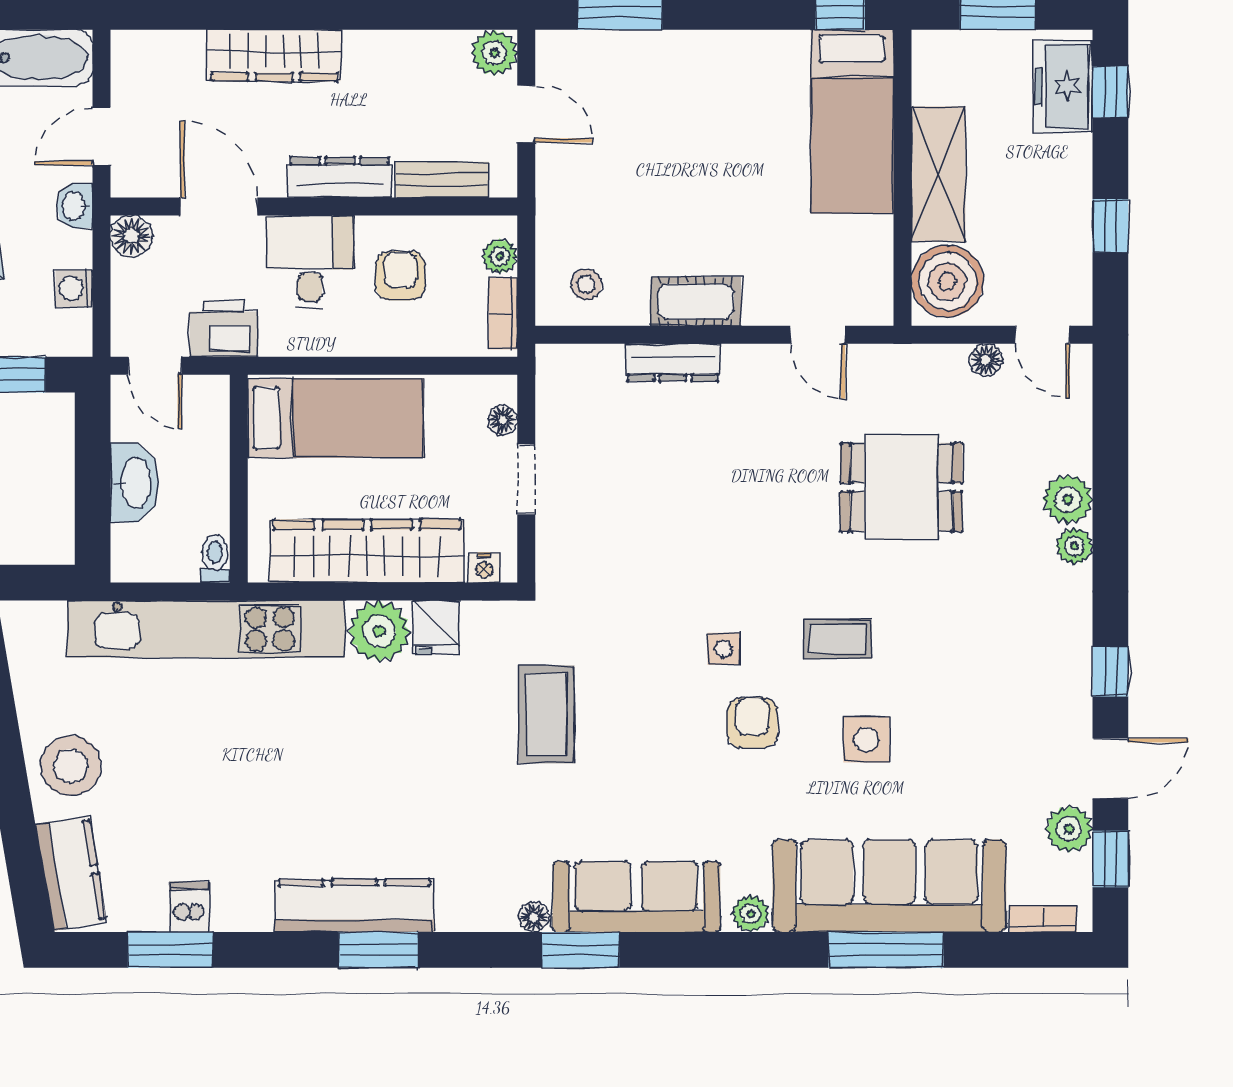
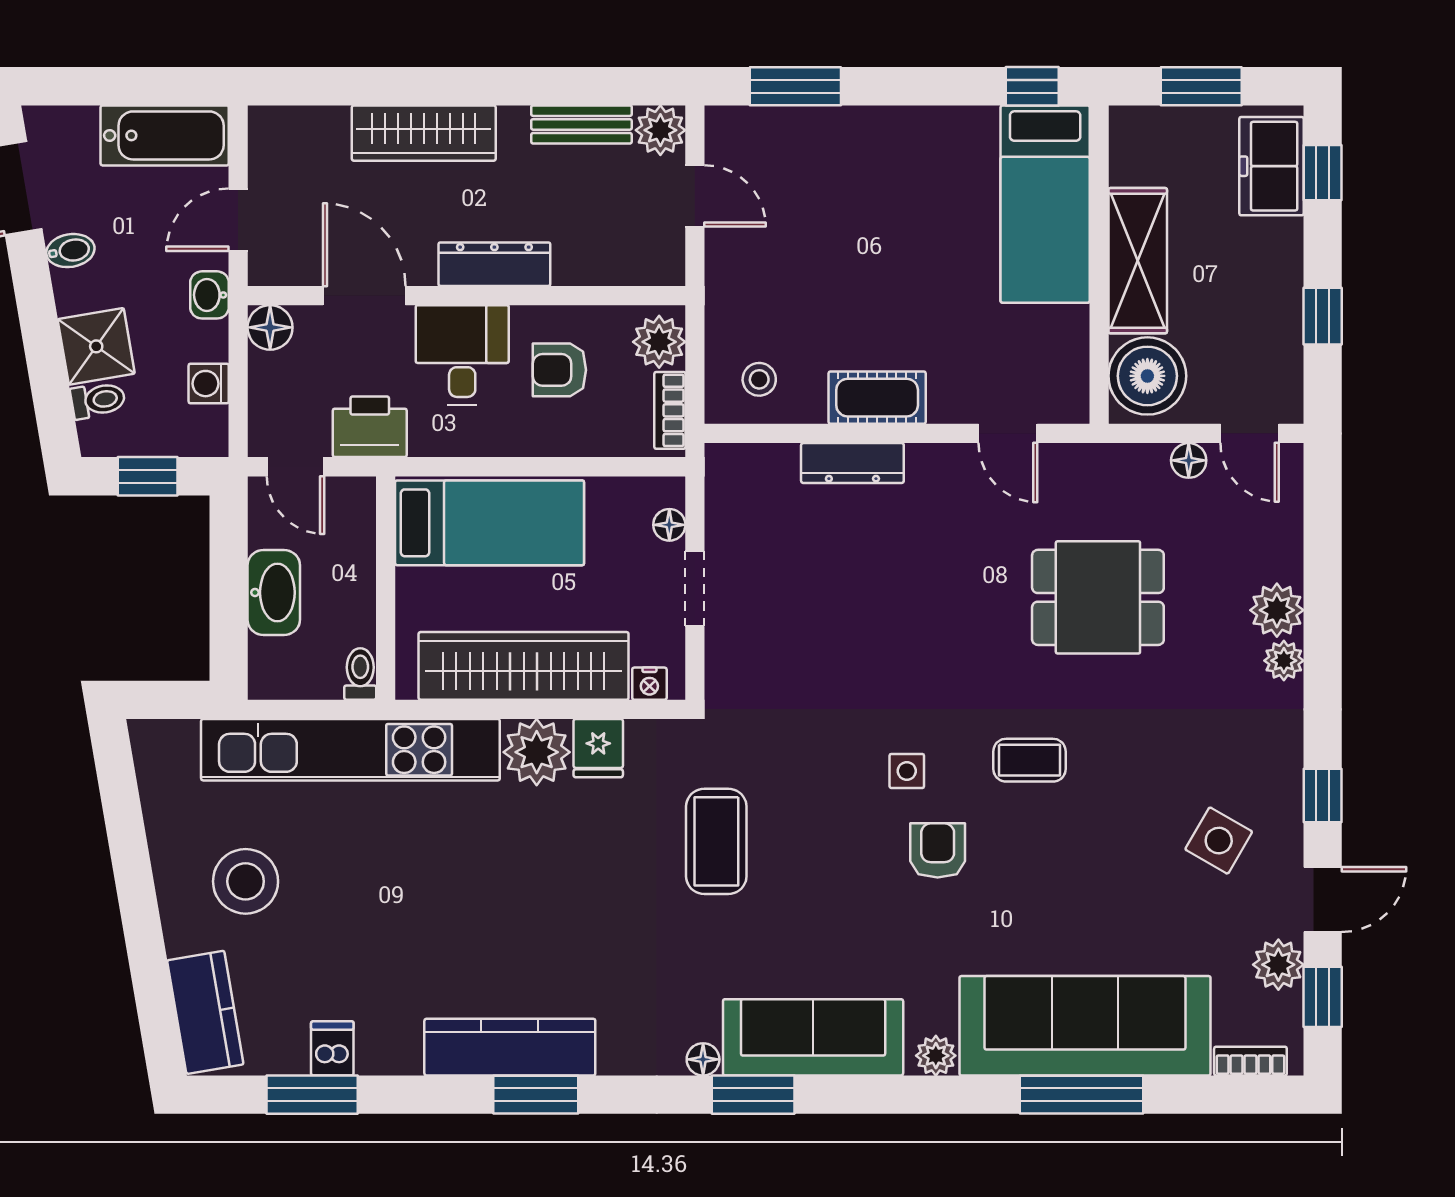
bench: (442, 180) -> (581, 124), moved
plant: (500, 256) -> (659, 342), width x1.38, depth x1.38
armchair: (400, 276) -> (559, 370), turned -90
side table: (866, 739) -> (1219, 841), moved, turned 30
stool: (71, 766) -> (246, 881), moved

